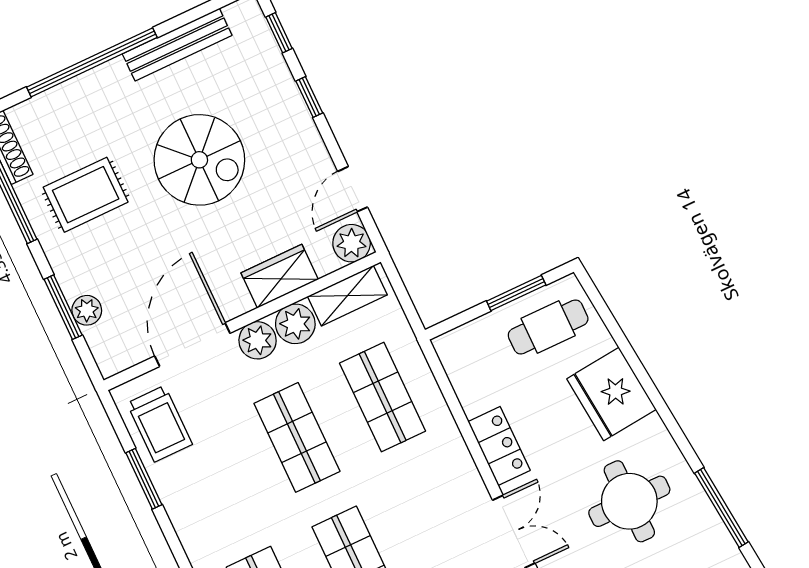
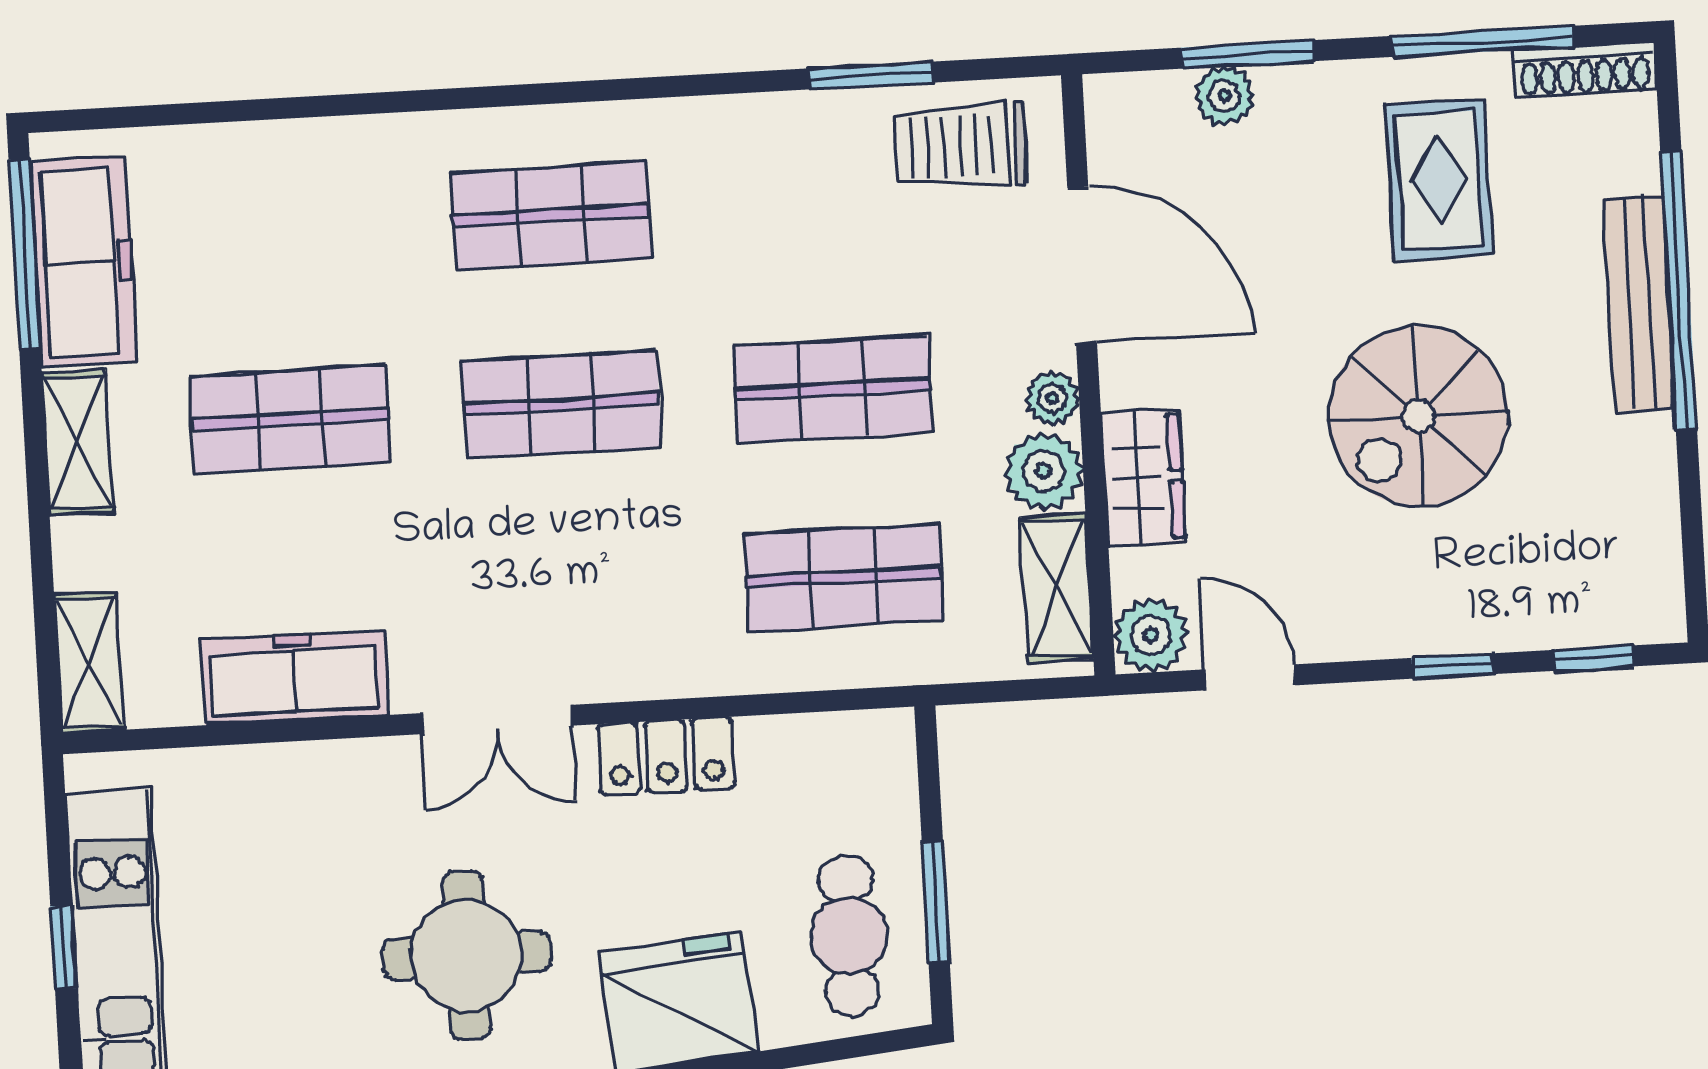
bench: (177, 45) -> (1639, 303), moved
plant: (258, 340) -> (1052, 398), width x0.73, depth x0.73

